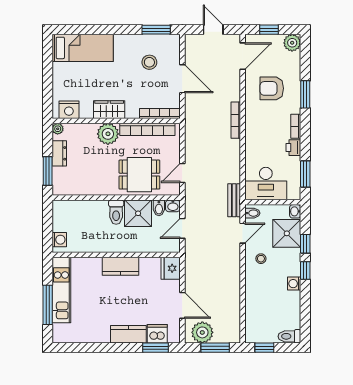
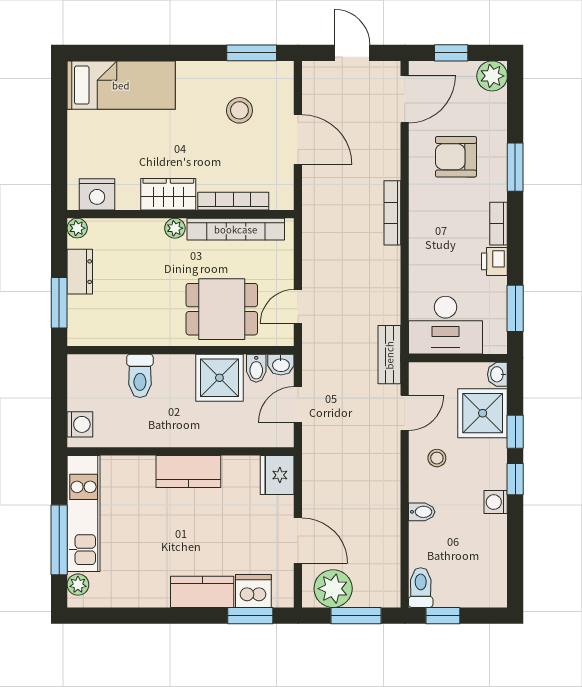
bookcase: (160, 113) -> (233, 201), moved
plant: (108, 134) -> (175, 228), width x0.53, depth x0.53
toilet: (116, 212) -> (140, 376), moved
bidet: (252, 213) -> (422, 512), moved
plant: (58, 330) -> (78, 585), added
toilet: (289, 336) -> (421, 588), moved, turned 90

